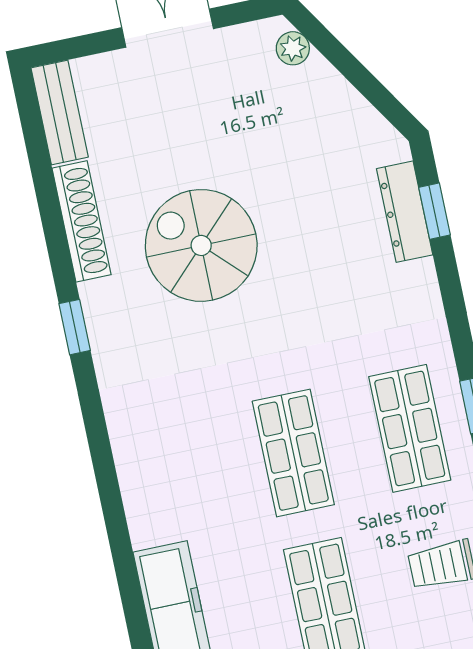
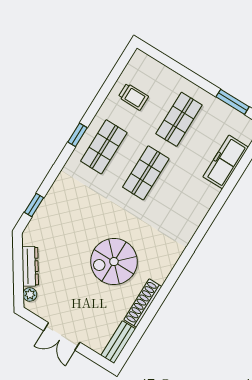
dresser: (405, 212) -> (30, 266), moved, turned -33
spiral stairs: (201, 245) -> (114, 262), turned 90
window: (75, 327) -> (175, 273), removed

